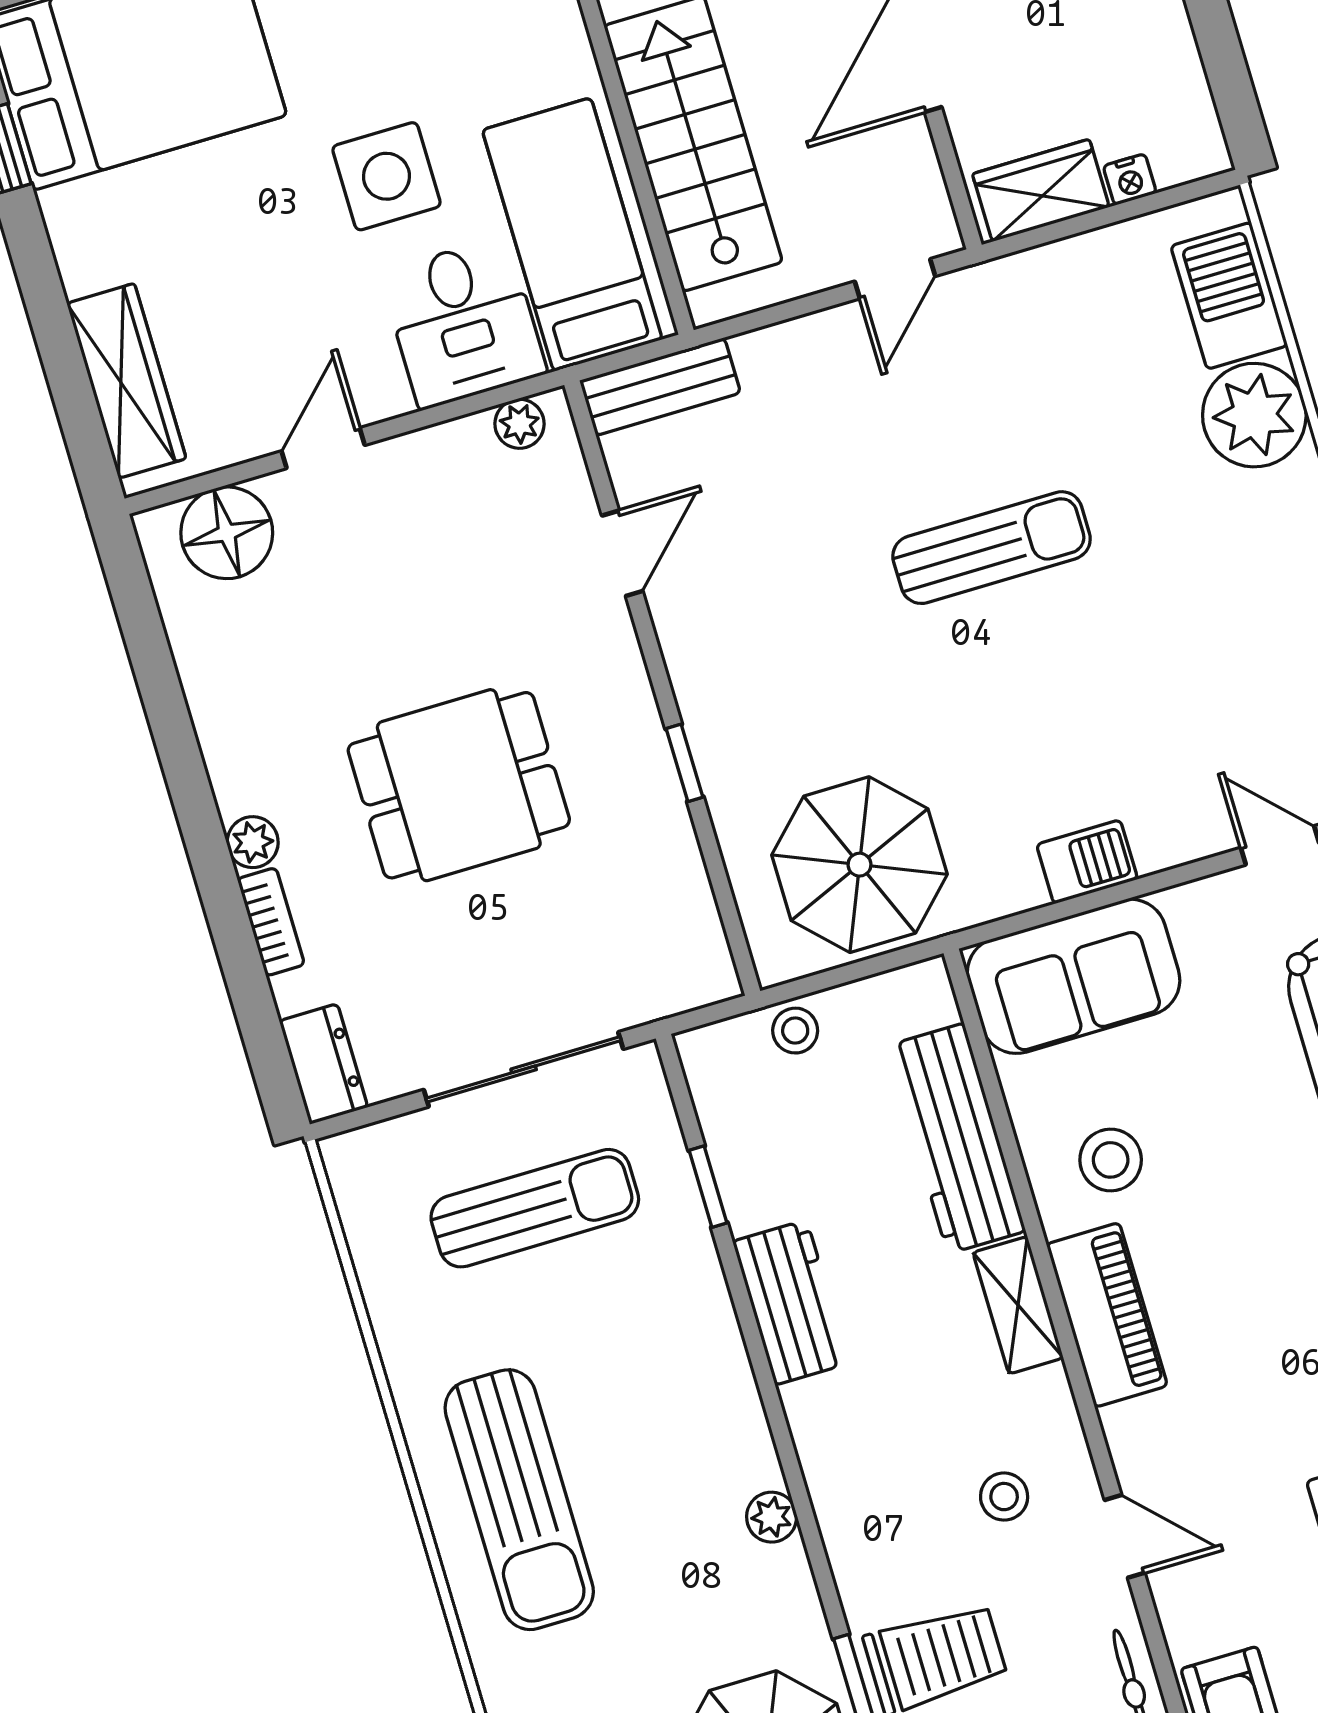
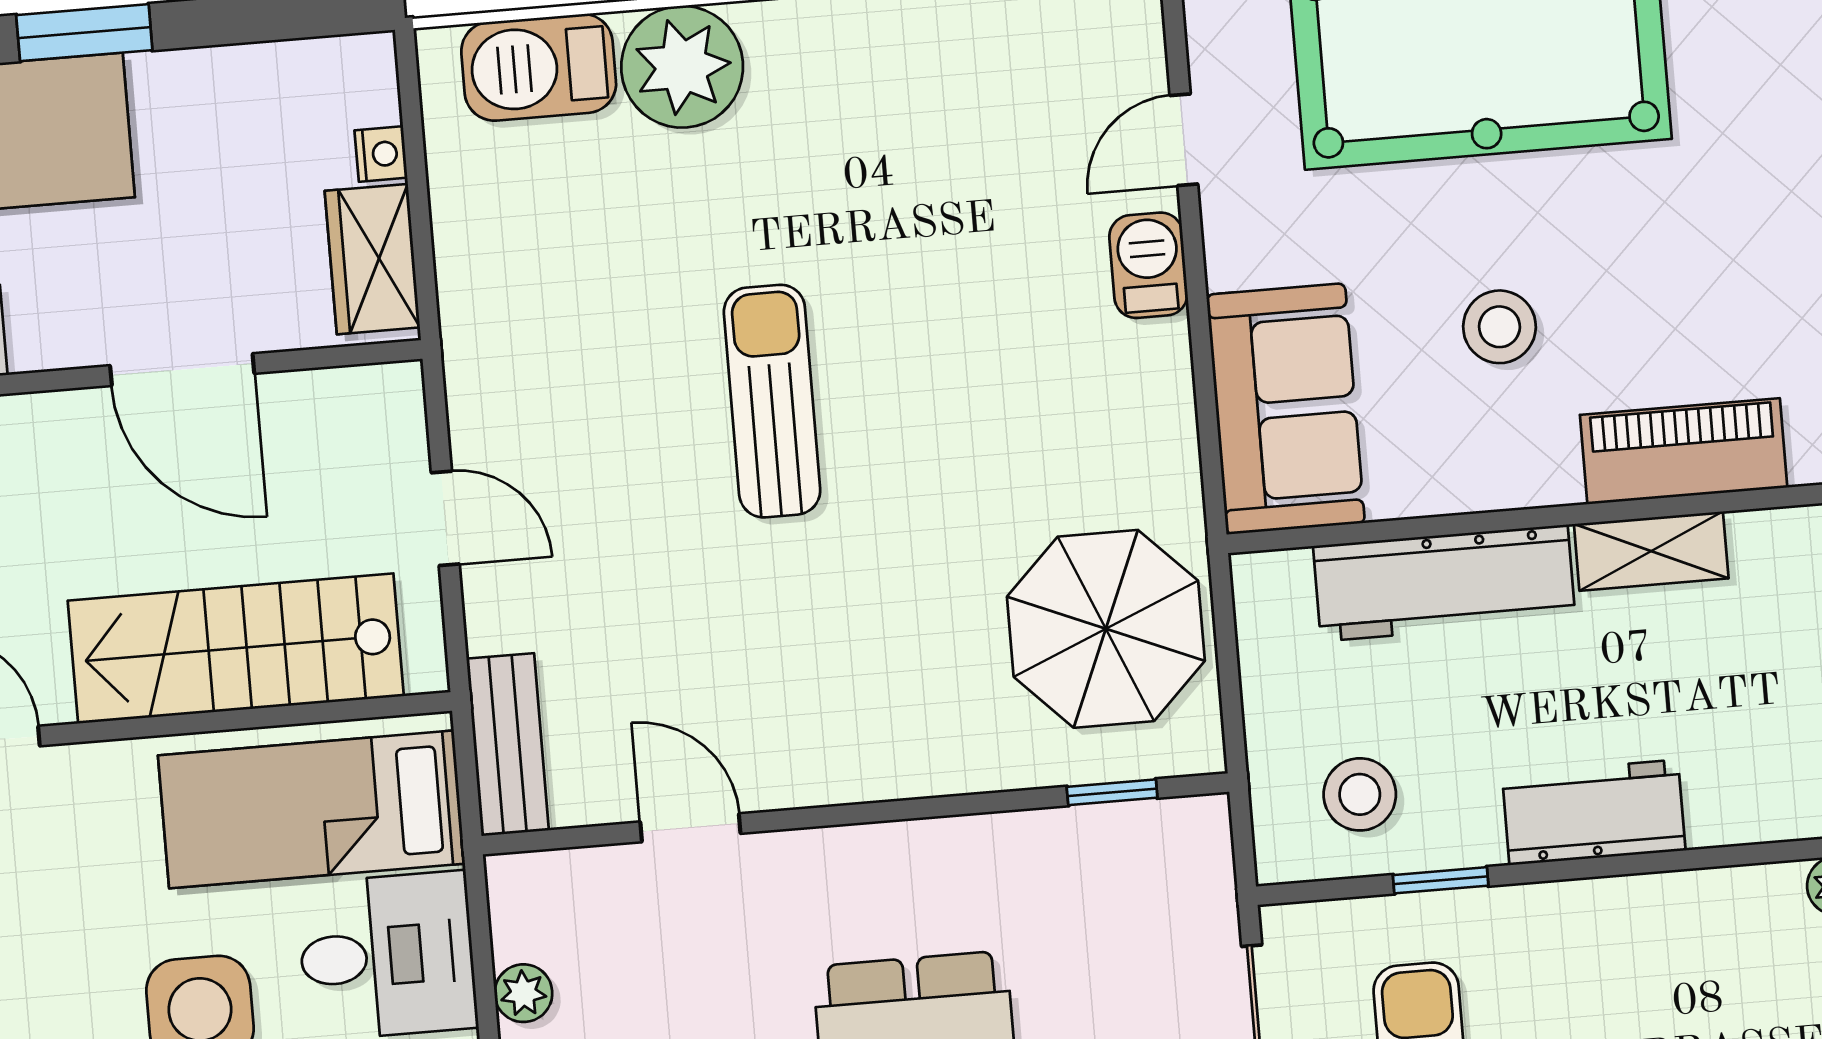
door: (895, 279) -> (445, 518), moved
plant: (520, 424) -> (523, 993), moved
window: (684, 763) -> (1112, 792), moved
barbecue: (1087, 862) -> (1148, 265), moved
stool: (795, 1031) -> (1360, 794), moved, width x1.37, depth x1.37
stool: (1111, 1160) -> (1499, 327), moved

